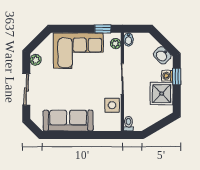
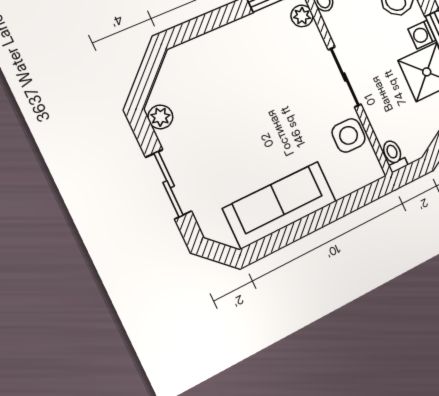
corner sofa: (78, 51) -> (237, 61), removed

